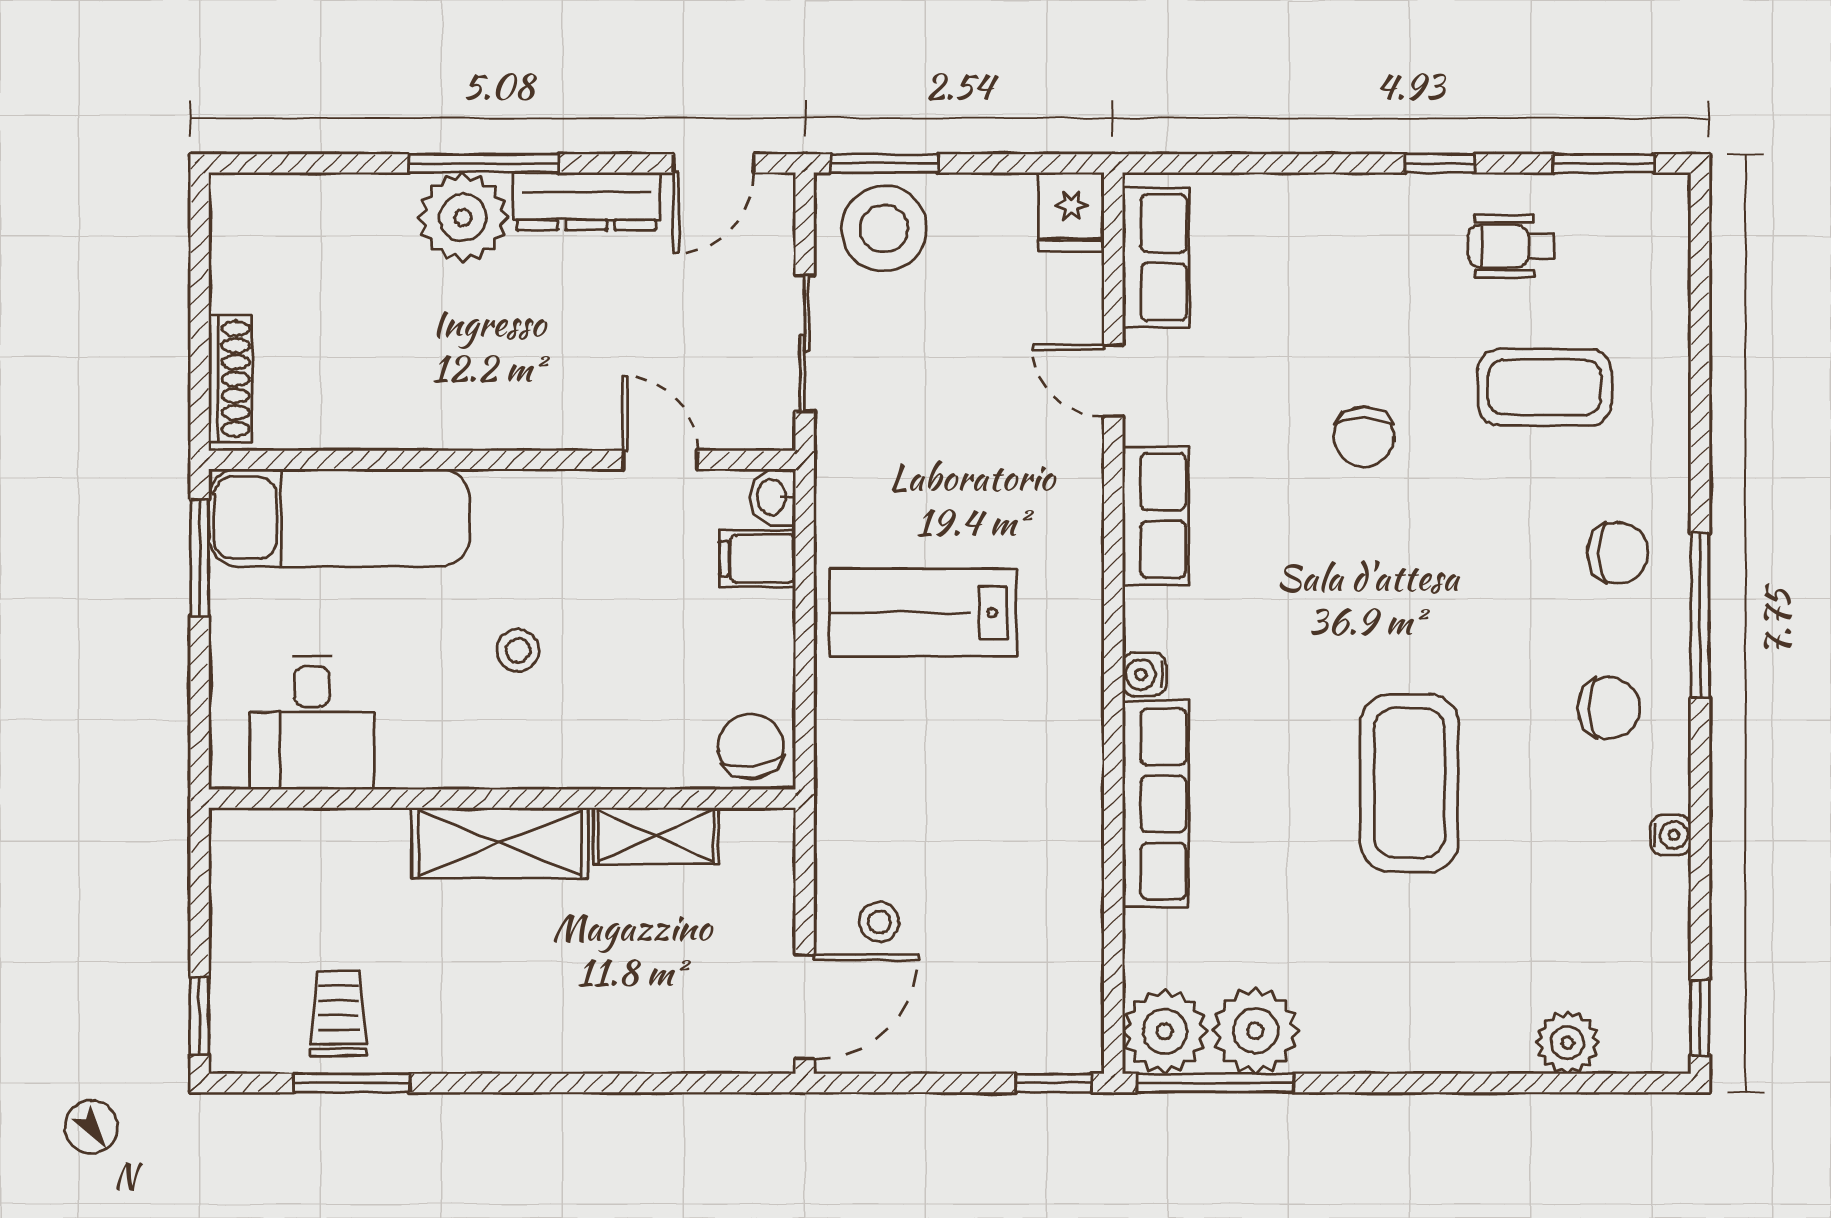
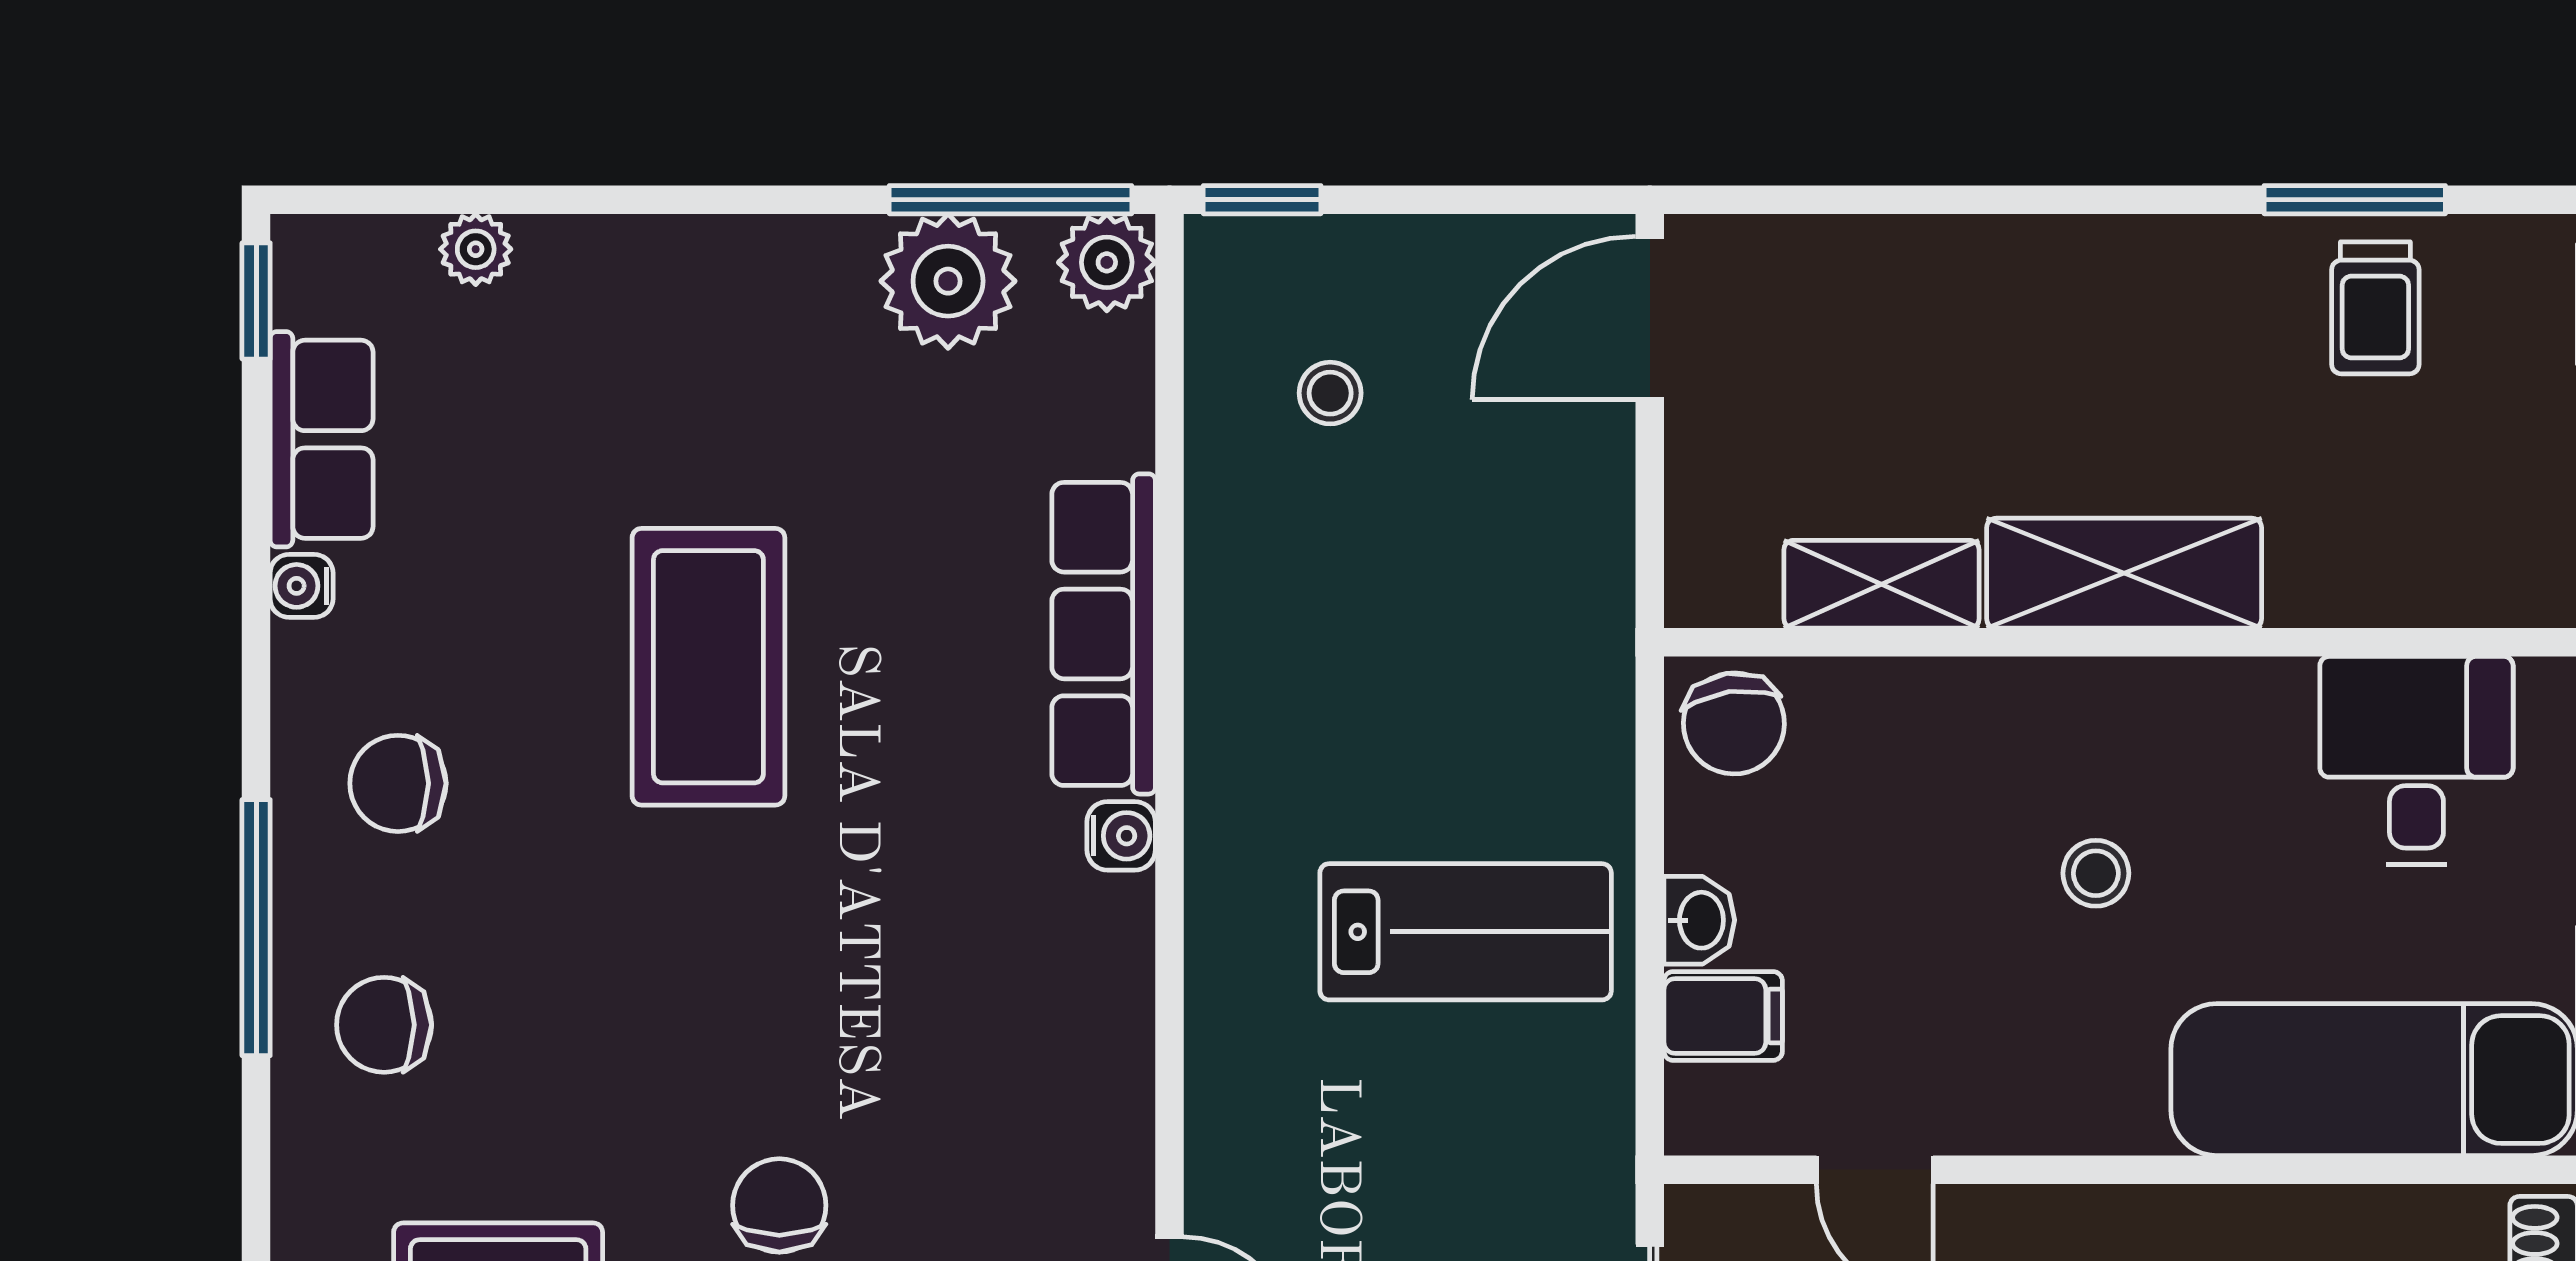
washbasin: (773, 497) -> (1699, 920), moved
row of seats: (1155, 516) -> (322, 439), moved, turned 180
stool: (879, 922) -> (1330, 393), moved
plant: (1165, 1031) -> (1107, 262), width x0.73, depth x0.73
plant: (1567, 1043) -> (476, 249), width x0.73, depth x0.73

